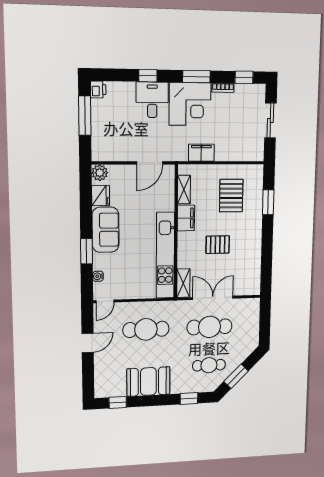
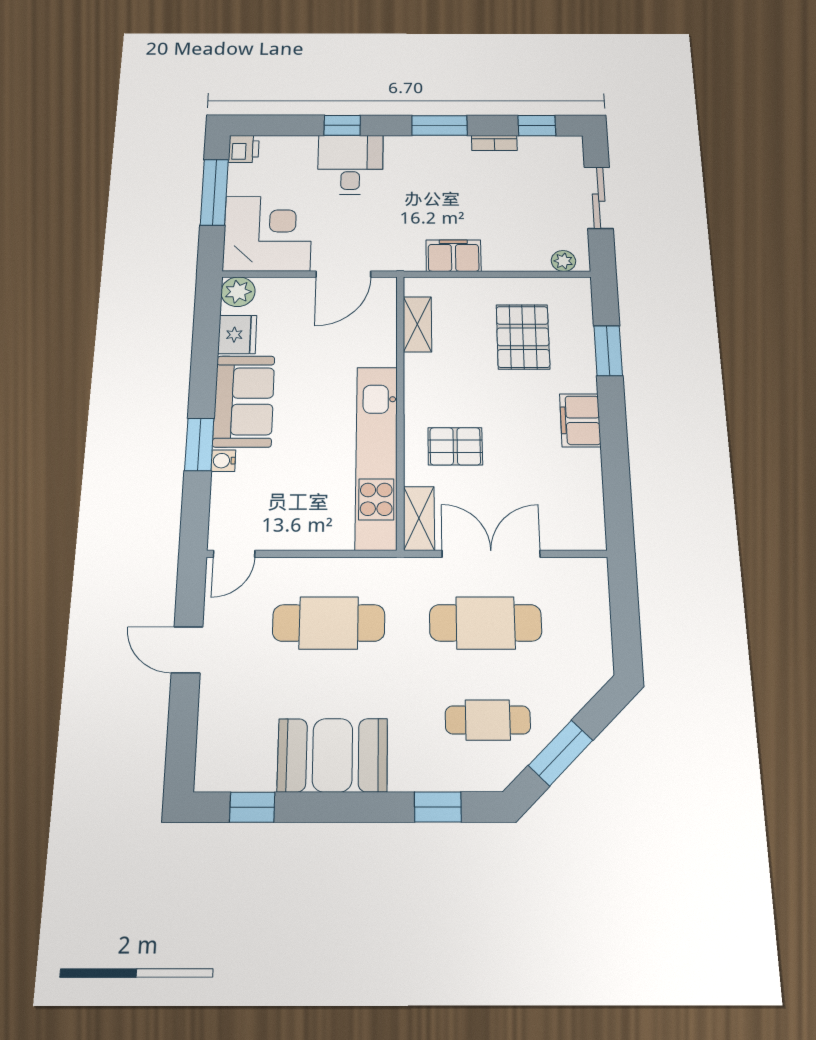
corner desk: (190, 104) -> (268, 234), moved, turned -90
plant: (252, 156) -> (563, 261), added
filing cabinet: (186, 218) -> (580, 420), moved, turned 180
pallet: (218, 245) -> (455, 446), moved
water cooler: (98, 276) -> (223, 461), moved
door: (88, 343) -> (187, 650), swing flipped

